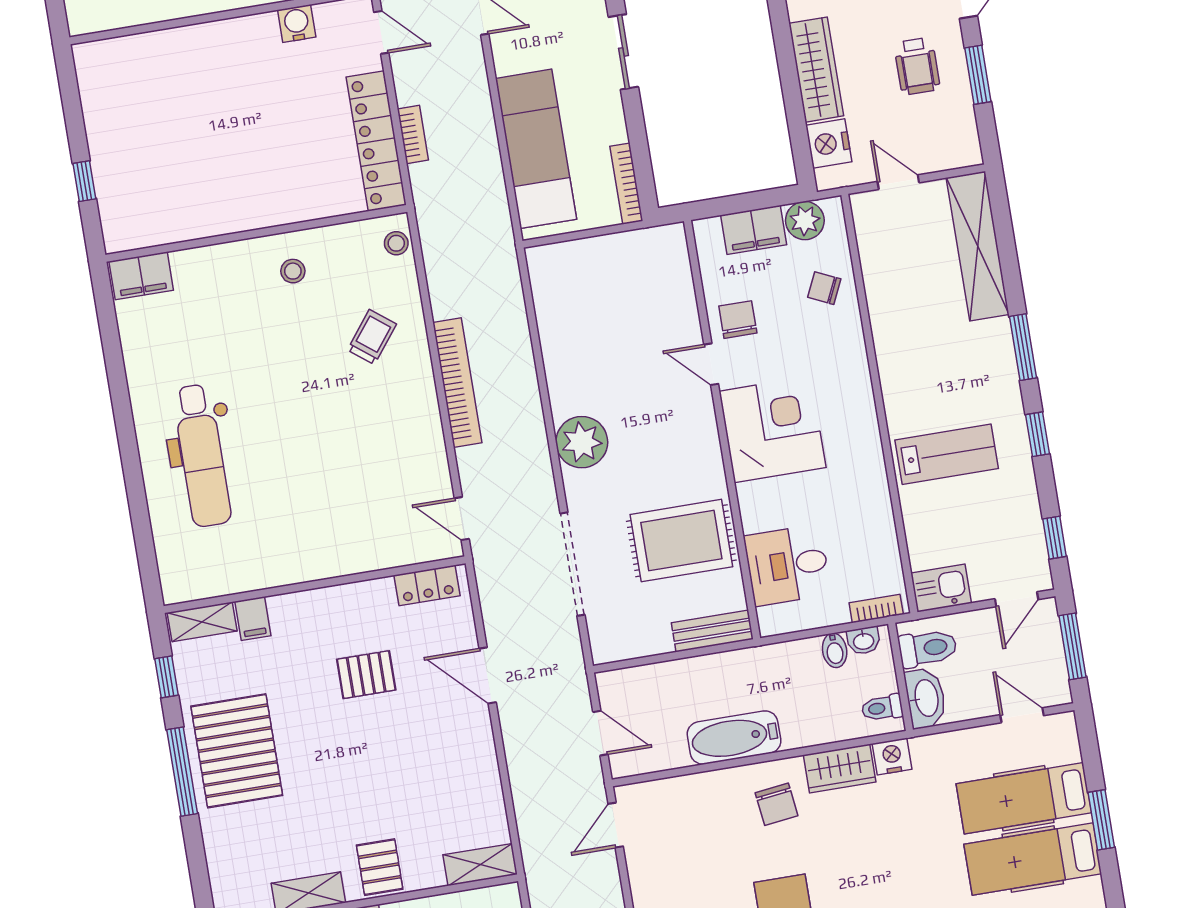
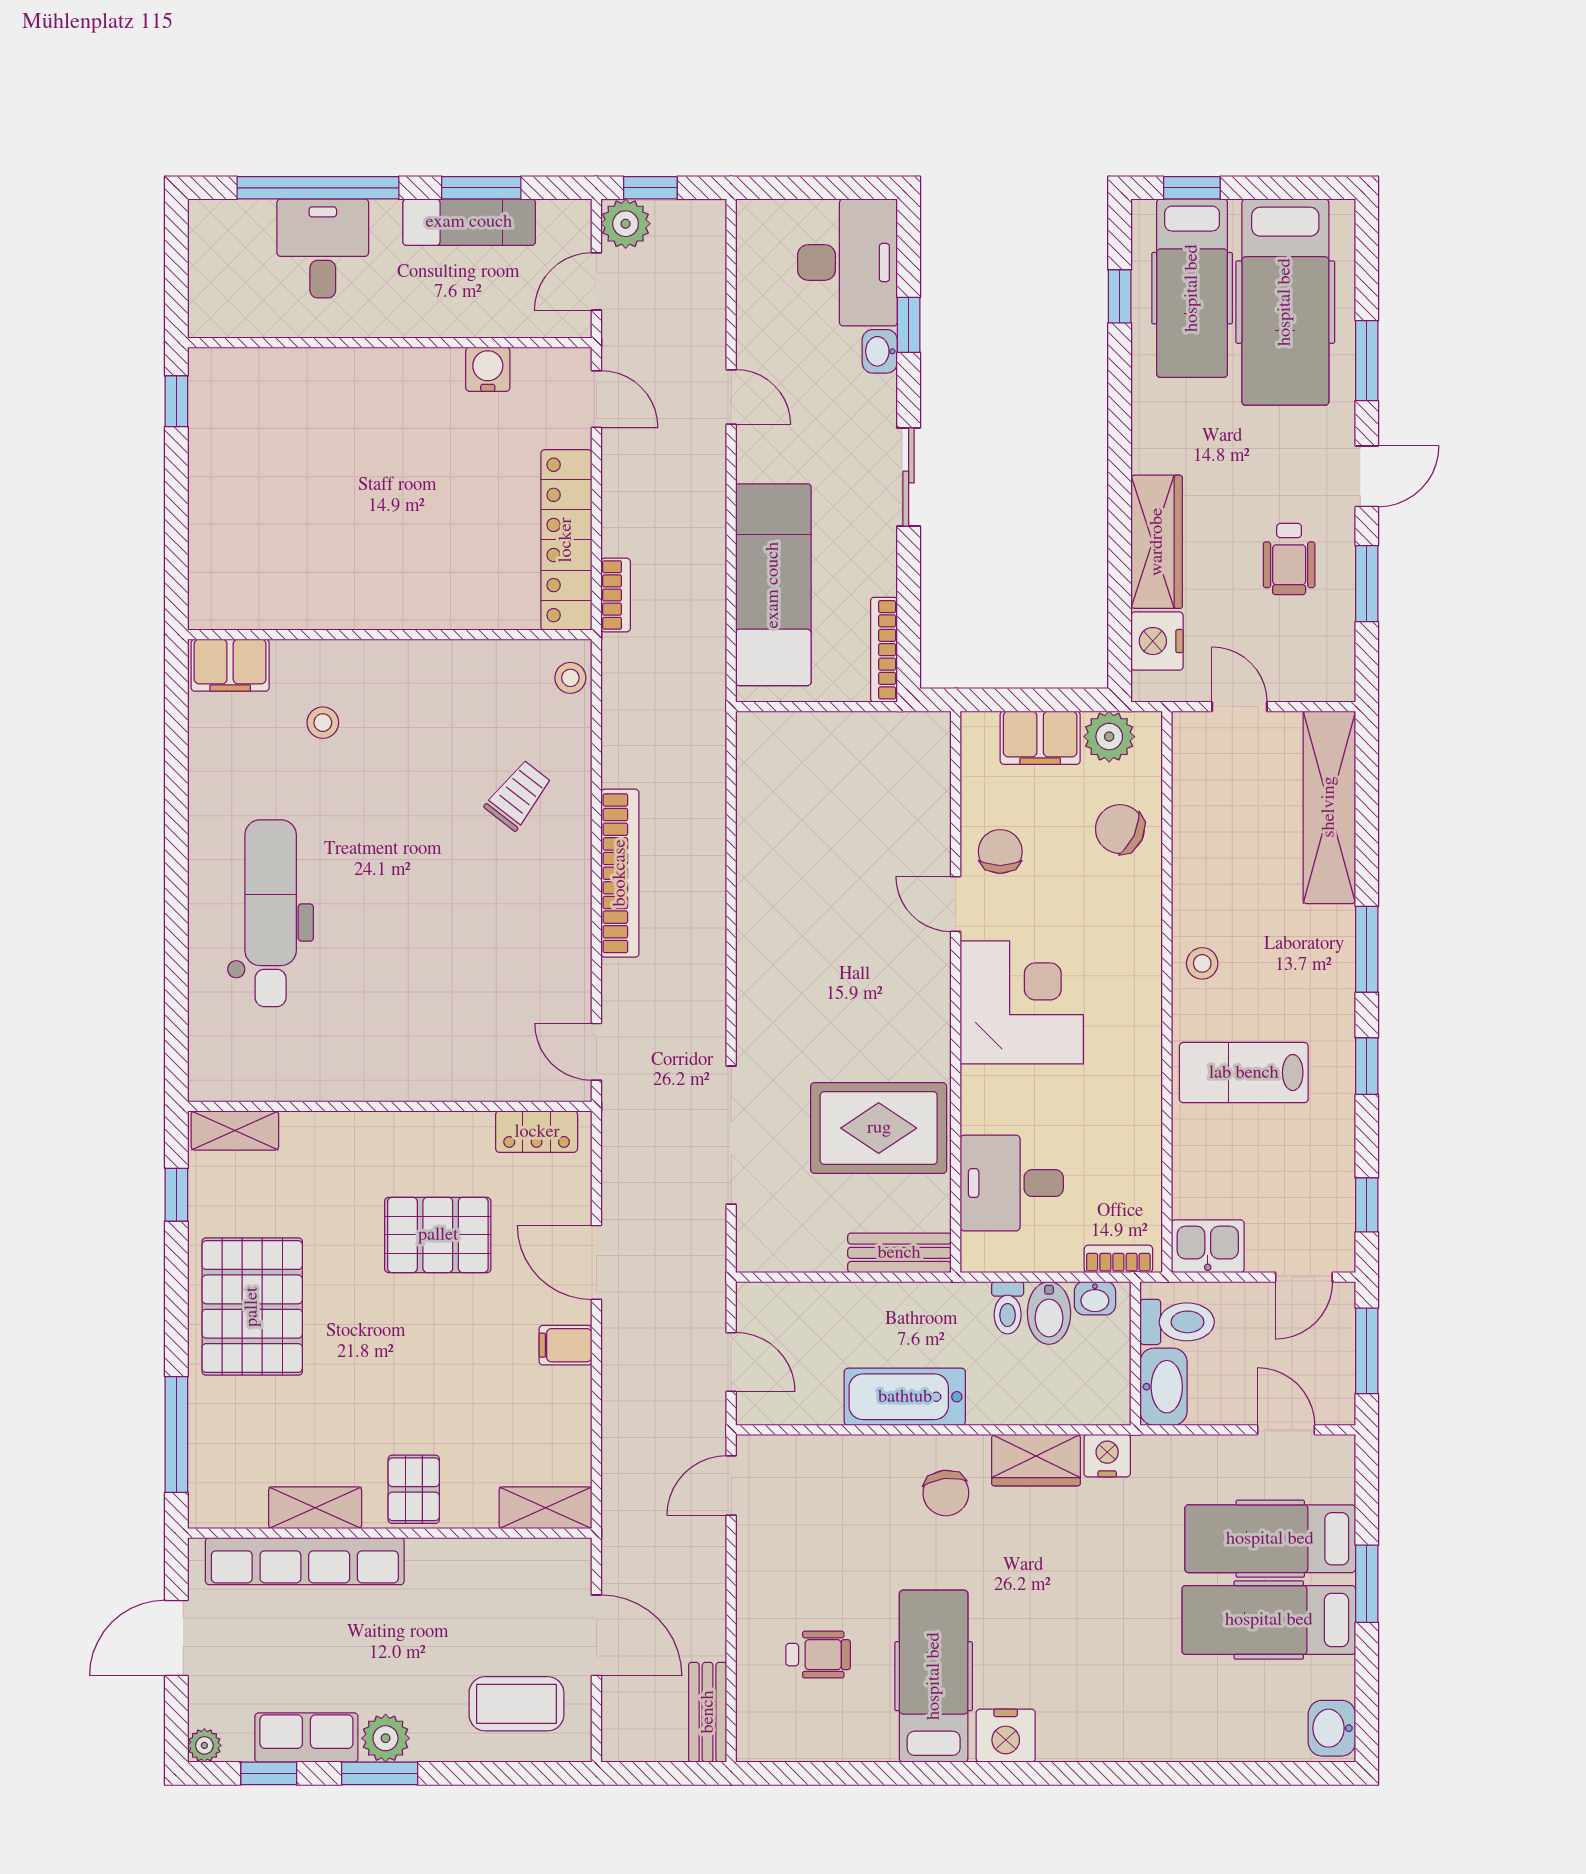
bookcase: (413, 135) -> (616, 595), moved
window: (84, 181) -> (176, 401), moved
stool: (293, 271) -> (323, 723), moved
chair: (824, 288) -> (1120, 829), width x1.37, depth x1.37
stool: (902, 378) -> (1202, 963), added
plant: (582, 442) -> (770, 978), removed
lab bench: (947, 454) -> (1244, 1073), turned 180
dental chair: (202, 456) -> (271, 913), turned 180
filing cabinet: (253, 619) -> (566, 1345), moved, turned 90
bidet: (835, 650) -> (1049, 1313), width x1.38, depth x1.36
pallet: (366, 675) -> (438, 1235), width x1.50, depth x1.42
toilet: (882, 708) -> (1008, 1308), moved, turned -90
window: (182, 772) -> (176, 1434), moved

